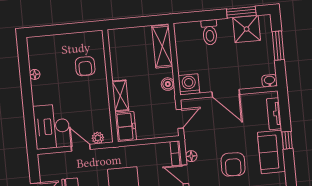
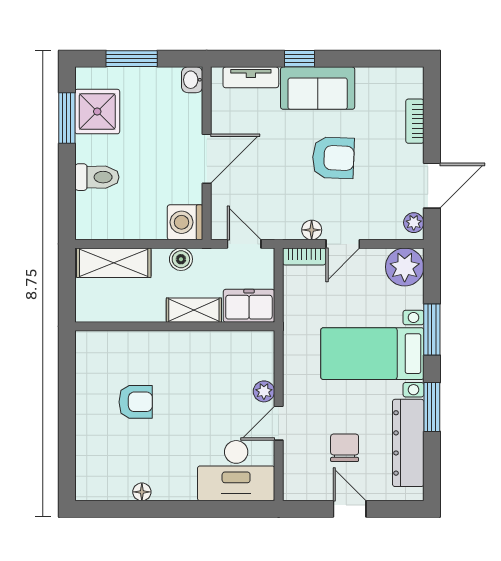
wall: (110, 86) -> (175, 326), moved
shelving: (120, 96) -> (194, 310), moved
freezer: (126, 127) -> (249, 306), moved

